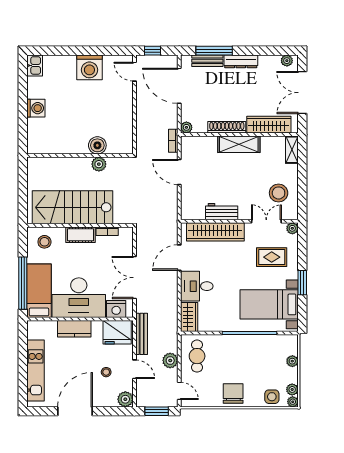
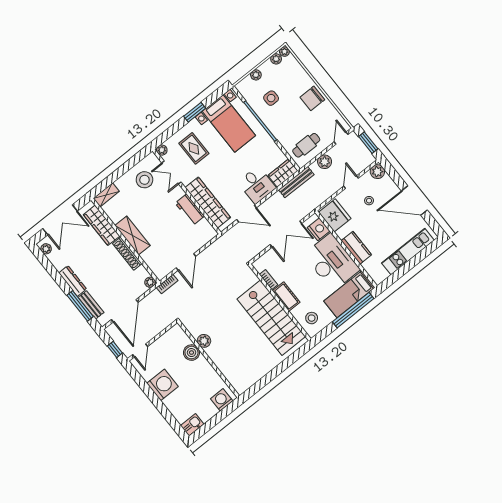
boiler: (97, 145) -> (191, 353), moved
wall: (80, 155) -> (208, 359), moved
plant: (99, 164) -> (204, 341), moved
bench: (142, 334) -> (296, 182), moved
side table: (272, 397) -> (271, 98), moved

